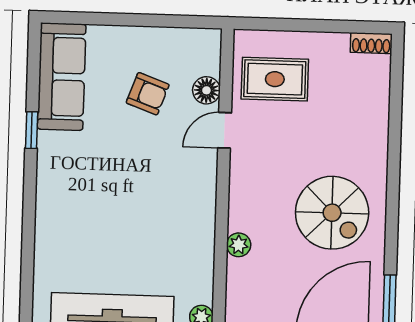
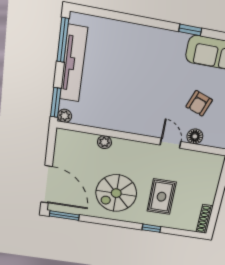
shoe rack: (371, 43) -> (205, 219), width x1.43
rug: (275, 79) -> (162, 197), moved
window: (395, 139) -> (151, 228), added

